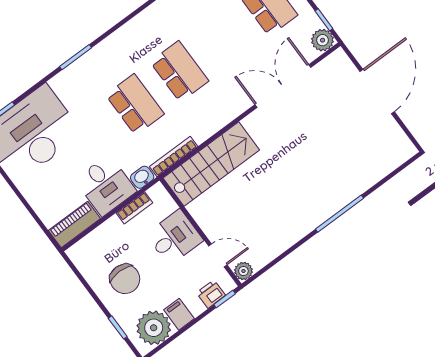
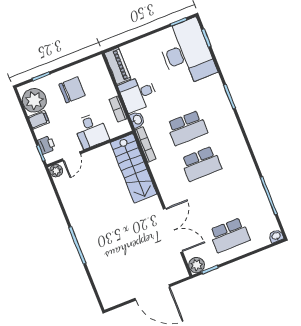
chair: (125, 279) -> (72, 90), turned 180

